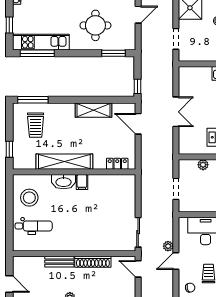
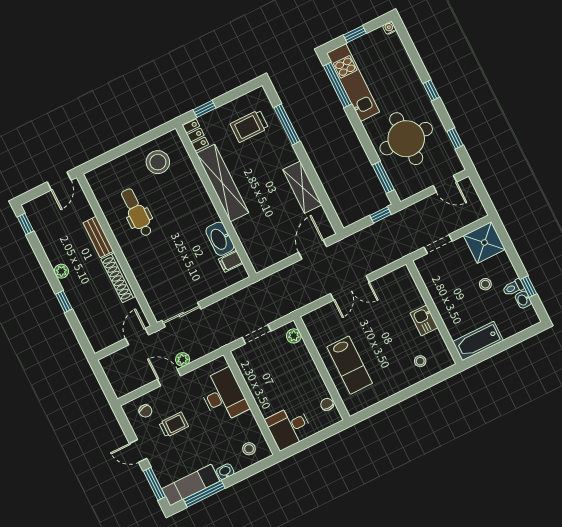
round table: (95, 25) -> (406, 139), width x1.36, depth x1.36
window: (137, 86) -> (380, 215), moved
window: (33, 100) -> (287, 124), moved
locker: (117, 164) -> (196, 135), moved
plant: (203, 165) -> (294, 336), moved
washbasin: (63, 182) -> (220, 239), moved
filing cabinet: (82, 182) -> (231, 261), moved
dental chair: (34, 226) -> (137, 212), moved, turned 180
door: (9, 284) -> (59, 181), moved

